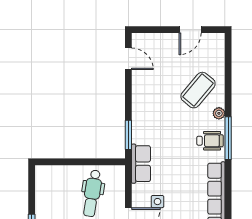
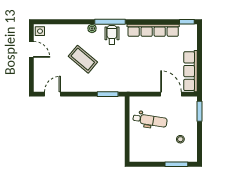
coffee table: (198, 90) -> (83, 59), moved
row of seats: (141, 164) -> (129, 85), removed
side table: (157, 202) -> (40, 31), moved

